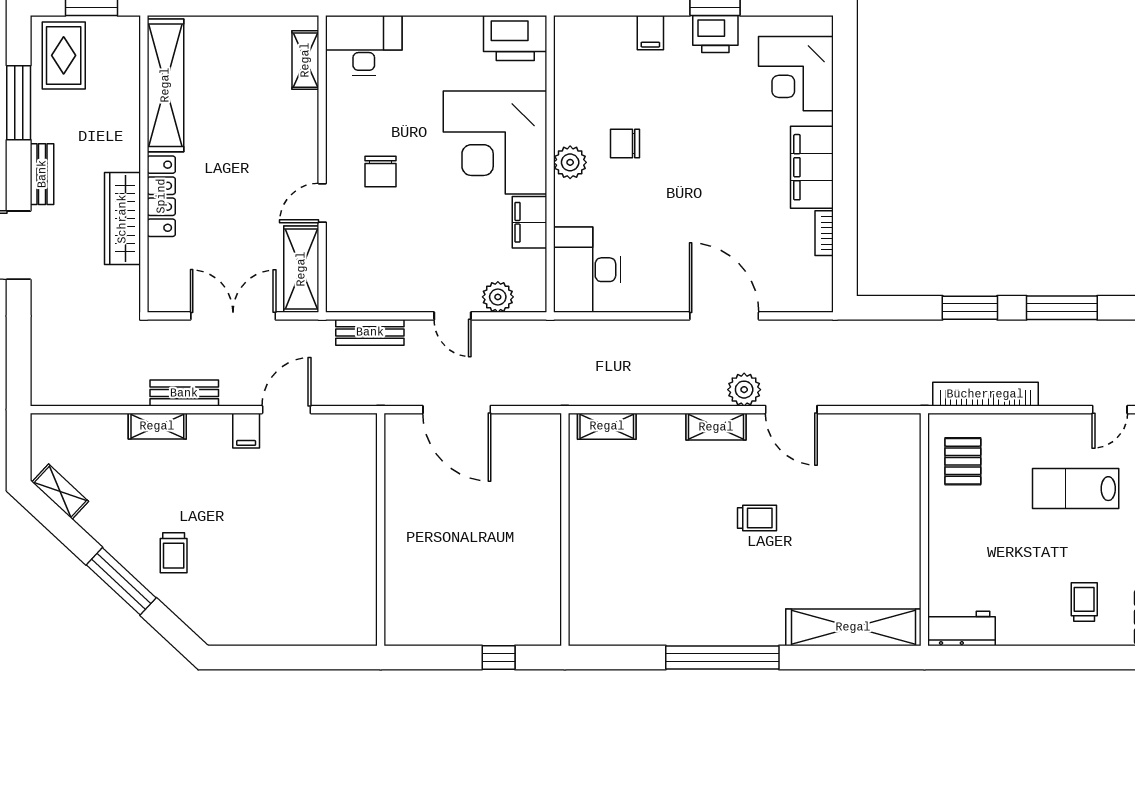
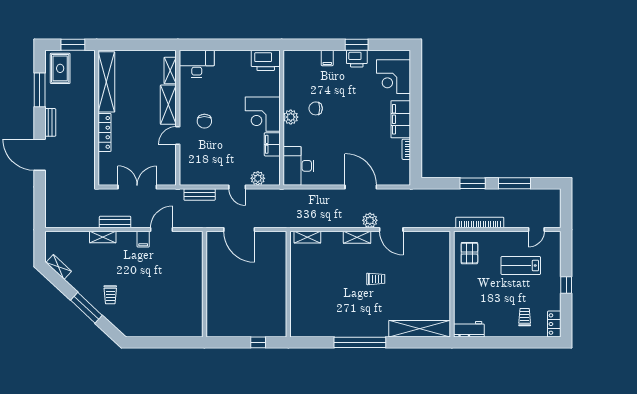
corner desk: (495, 143) -> (263, 114), width x0.74, depth x0.74
wardrobe: (122, 219) -> (87, 143), removed
shelving: (301, 269) -> (168, 105), moved

